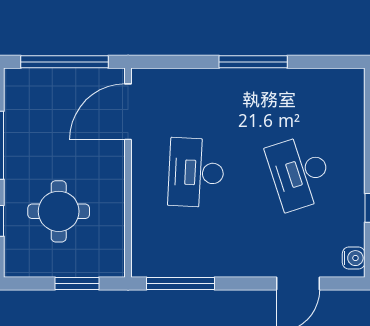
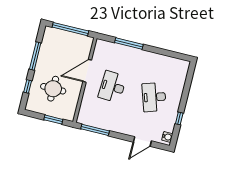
window: (253, 62) -> (129, 44), moved
door: (128, 112) -> (87, 71), moved

